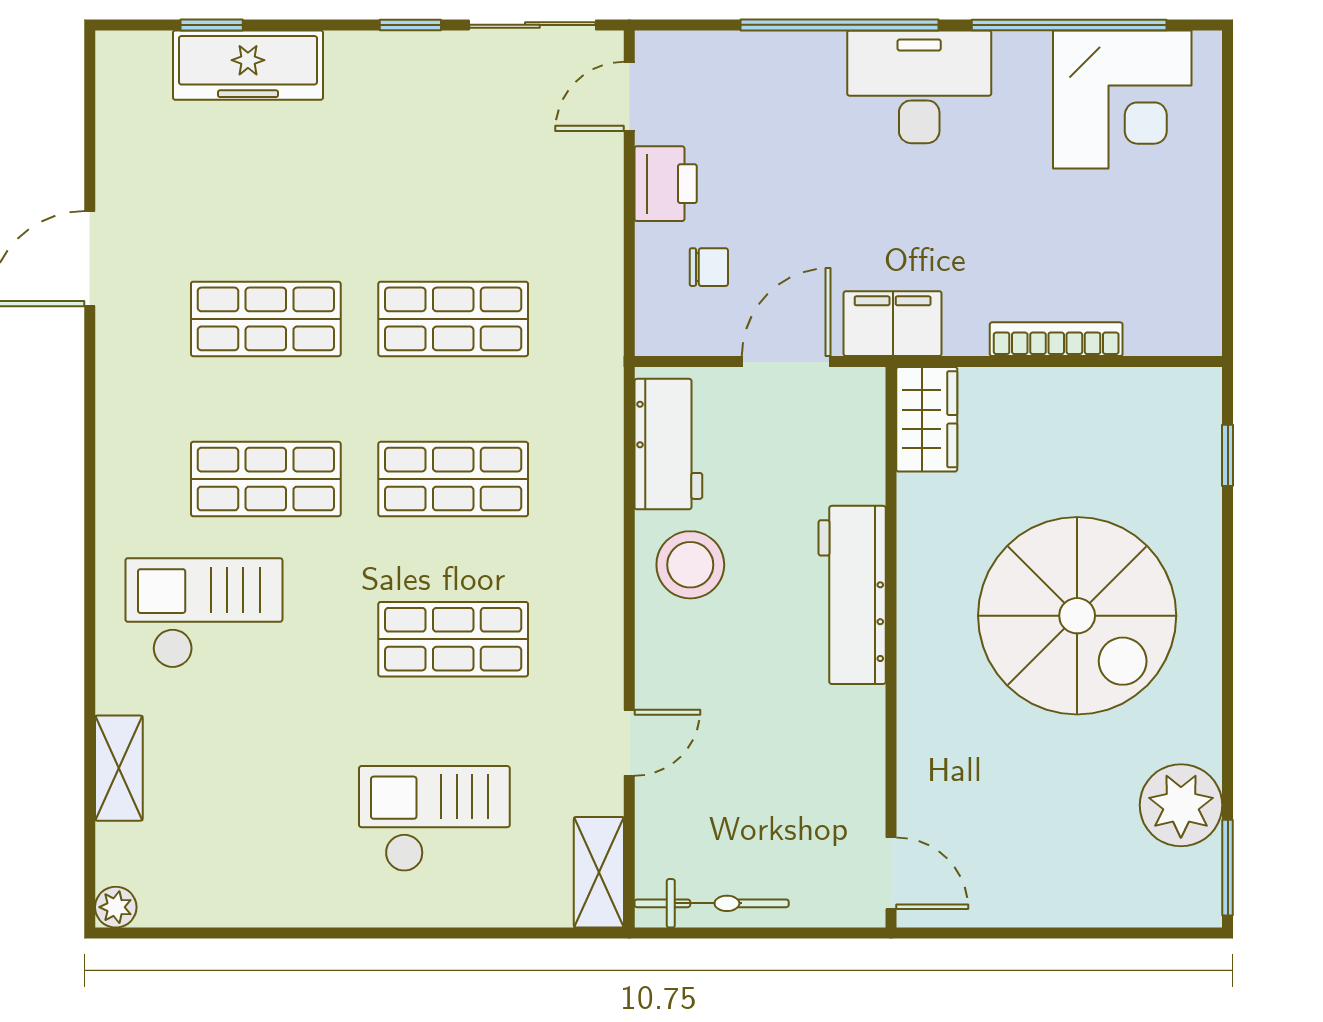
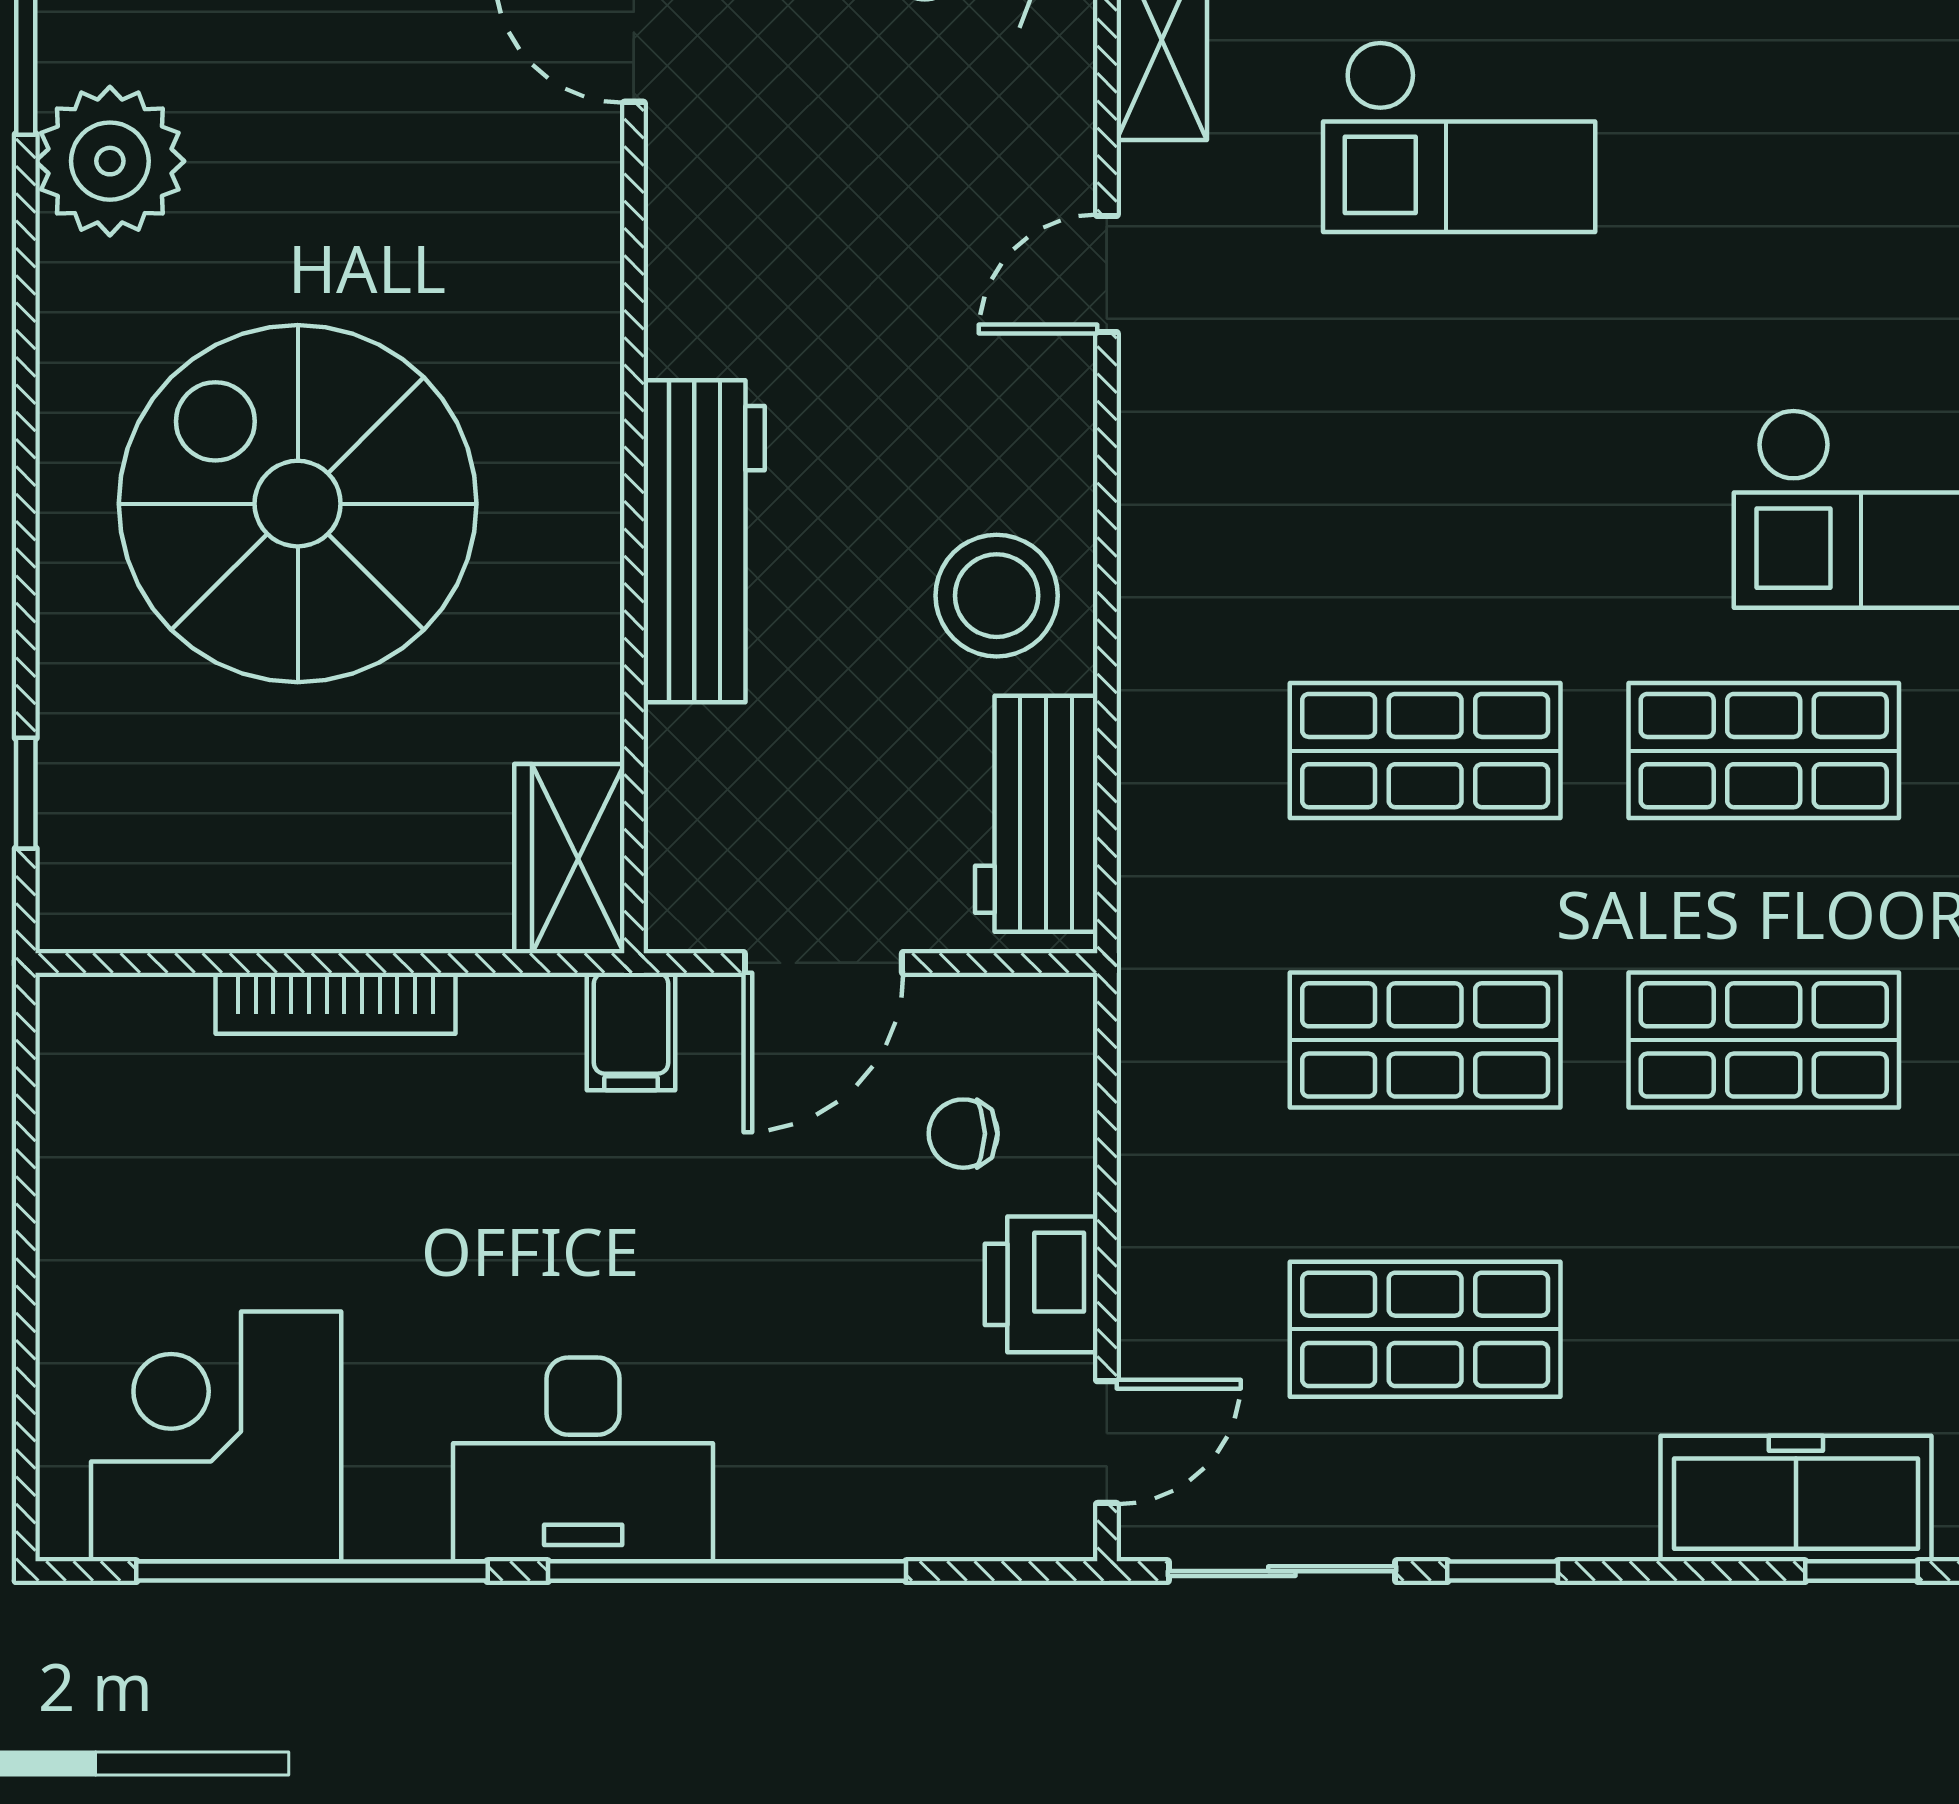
filing cabinet: (893, 324) -> (631, 1031), width x0.50
shop shelf: (453, 639) -> (1425, 1329), moved

